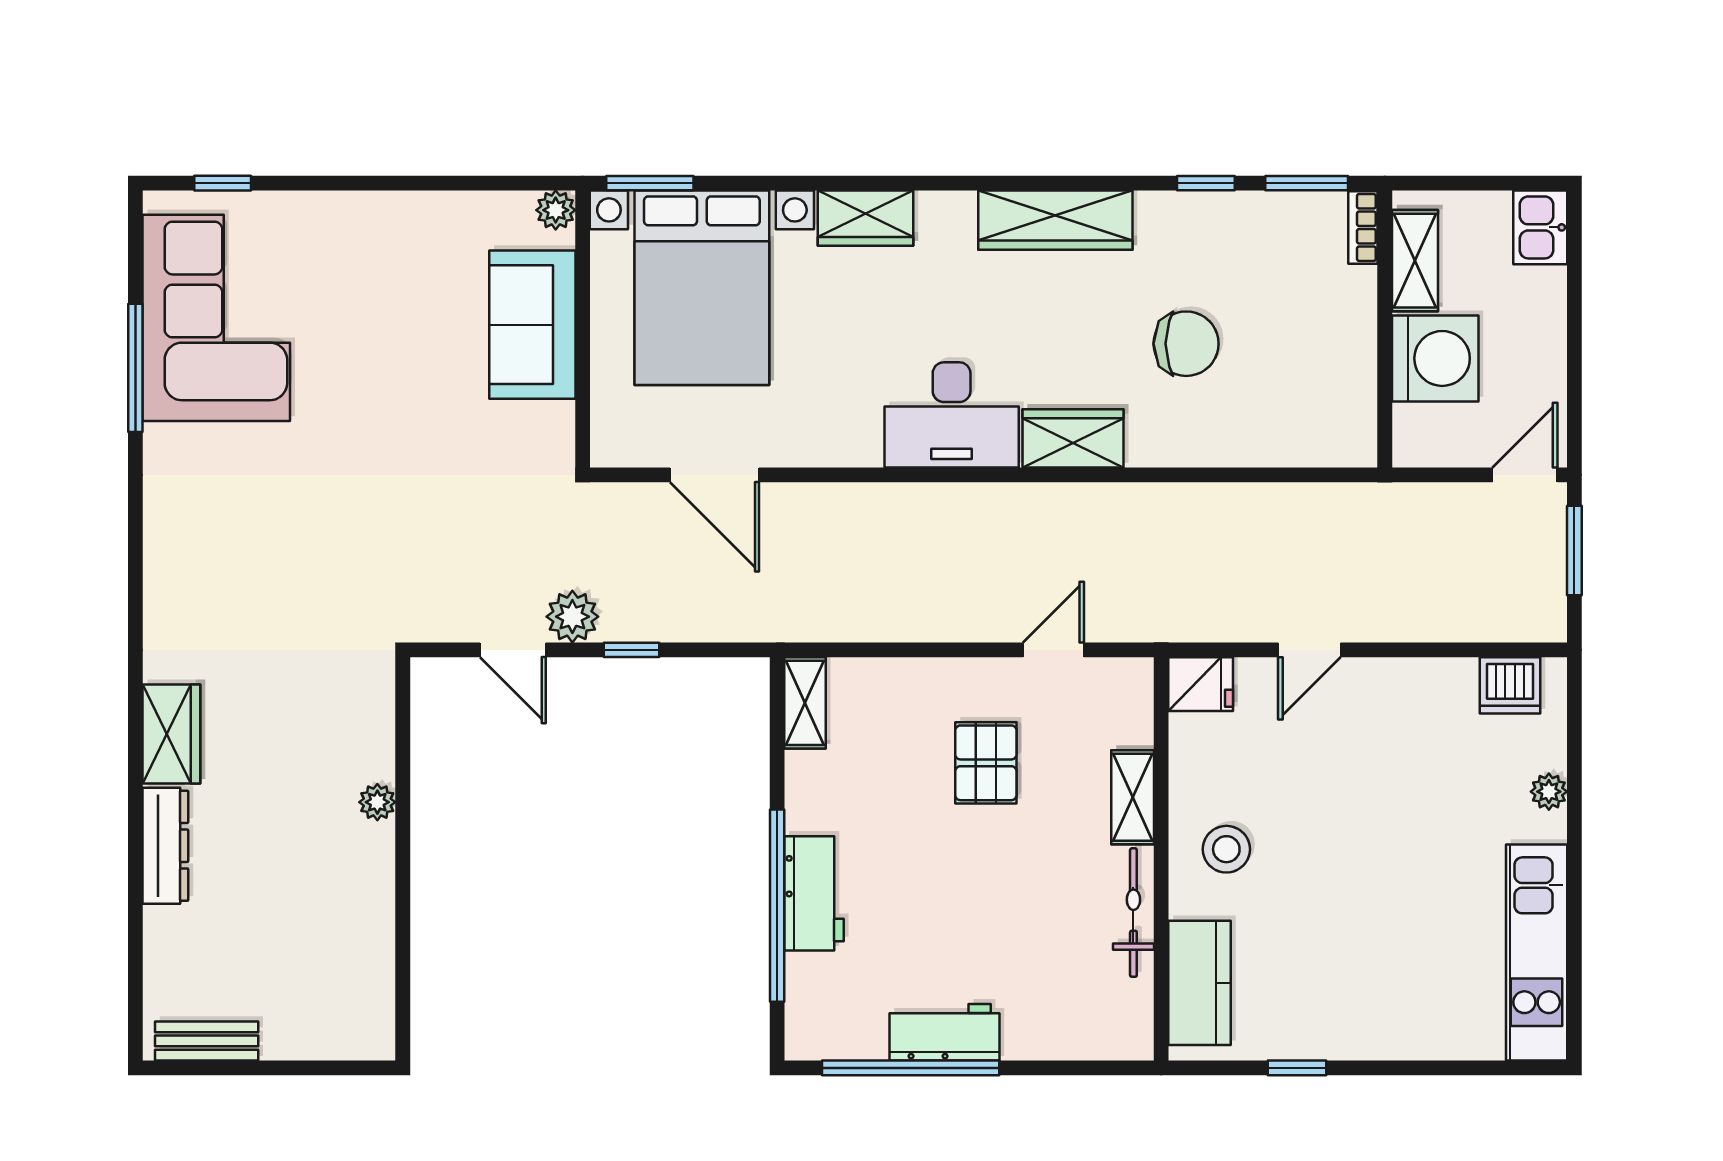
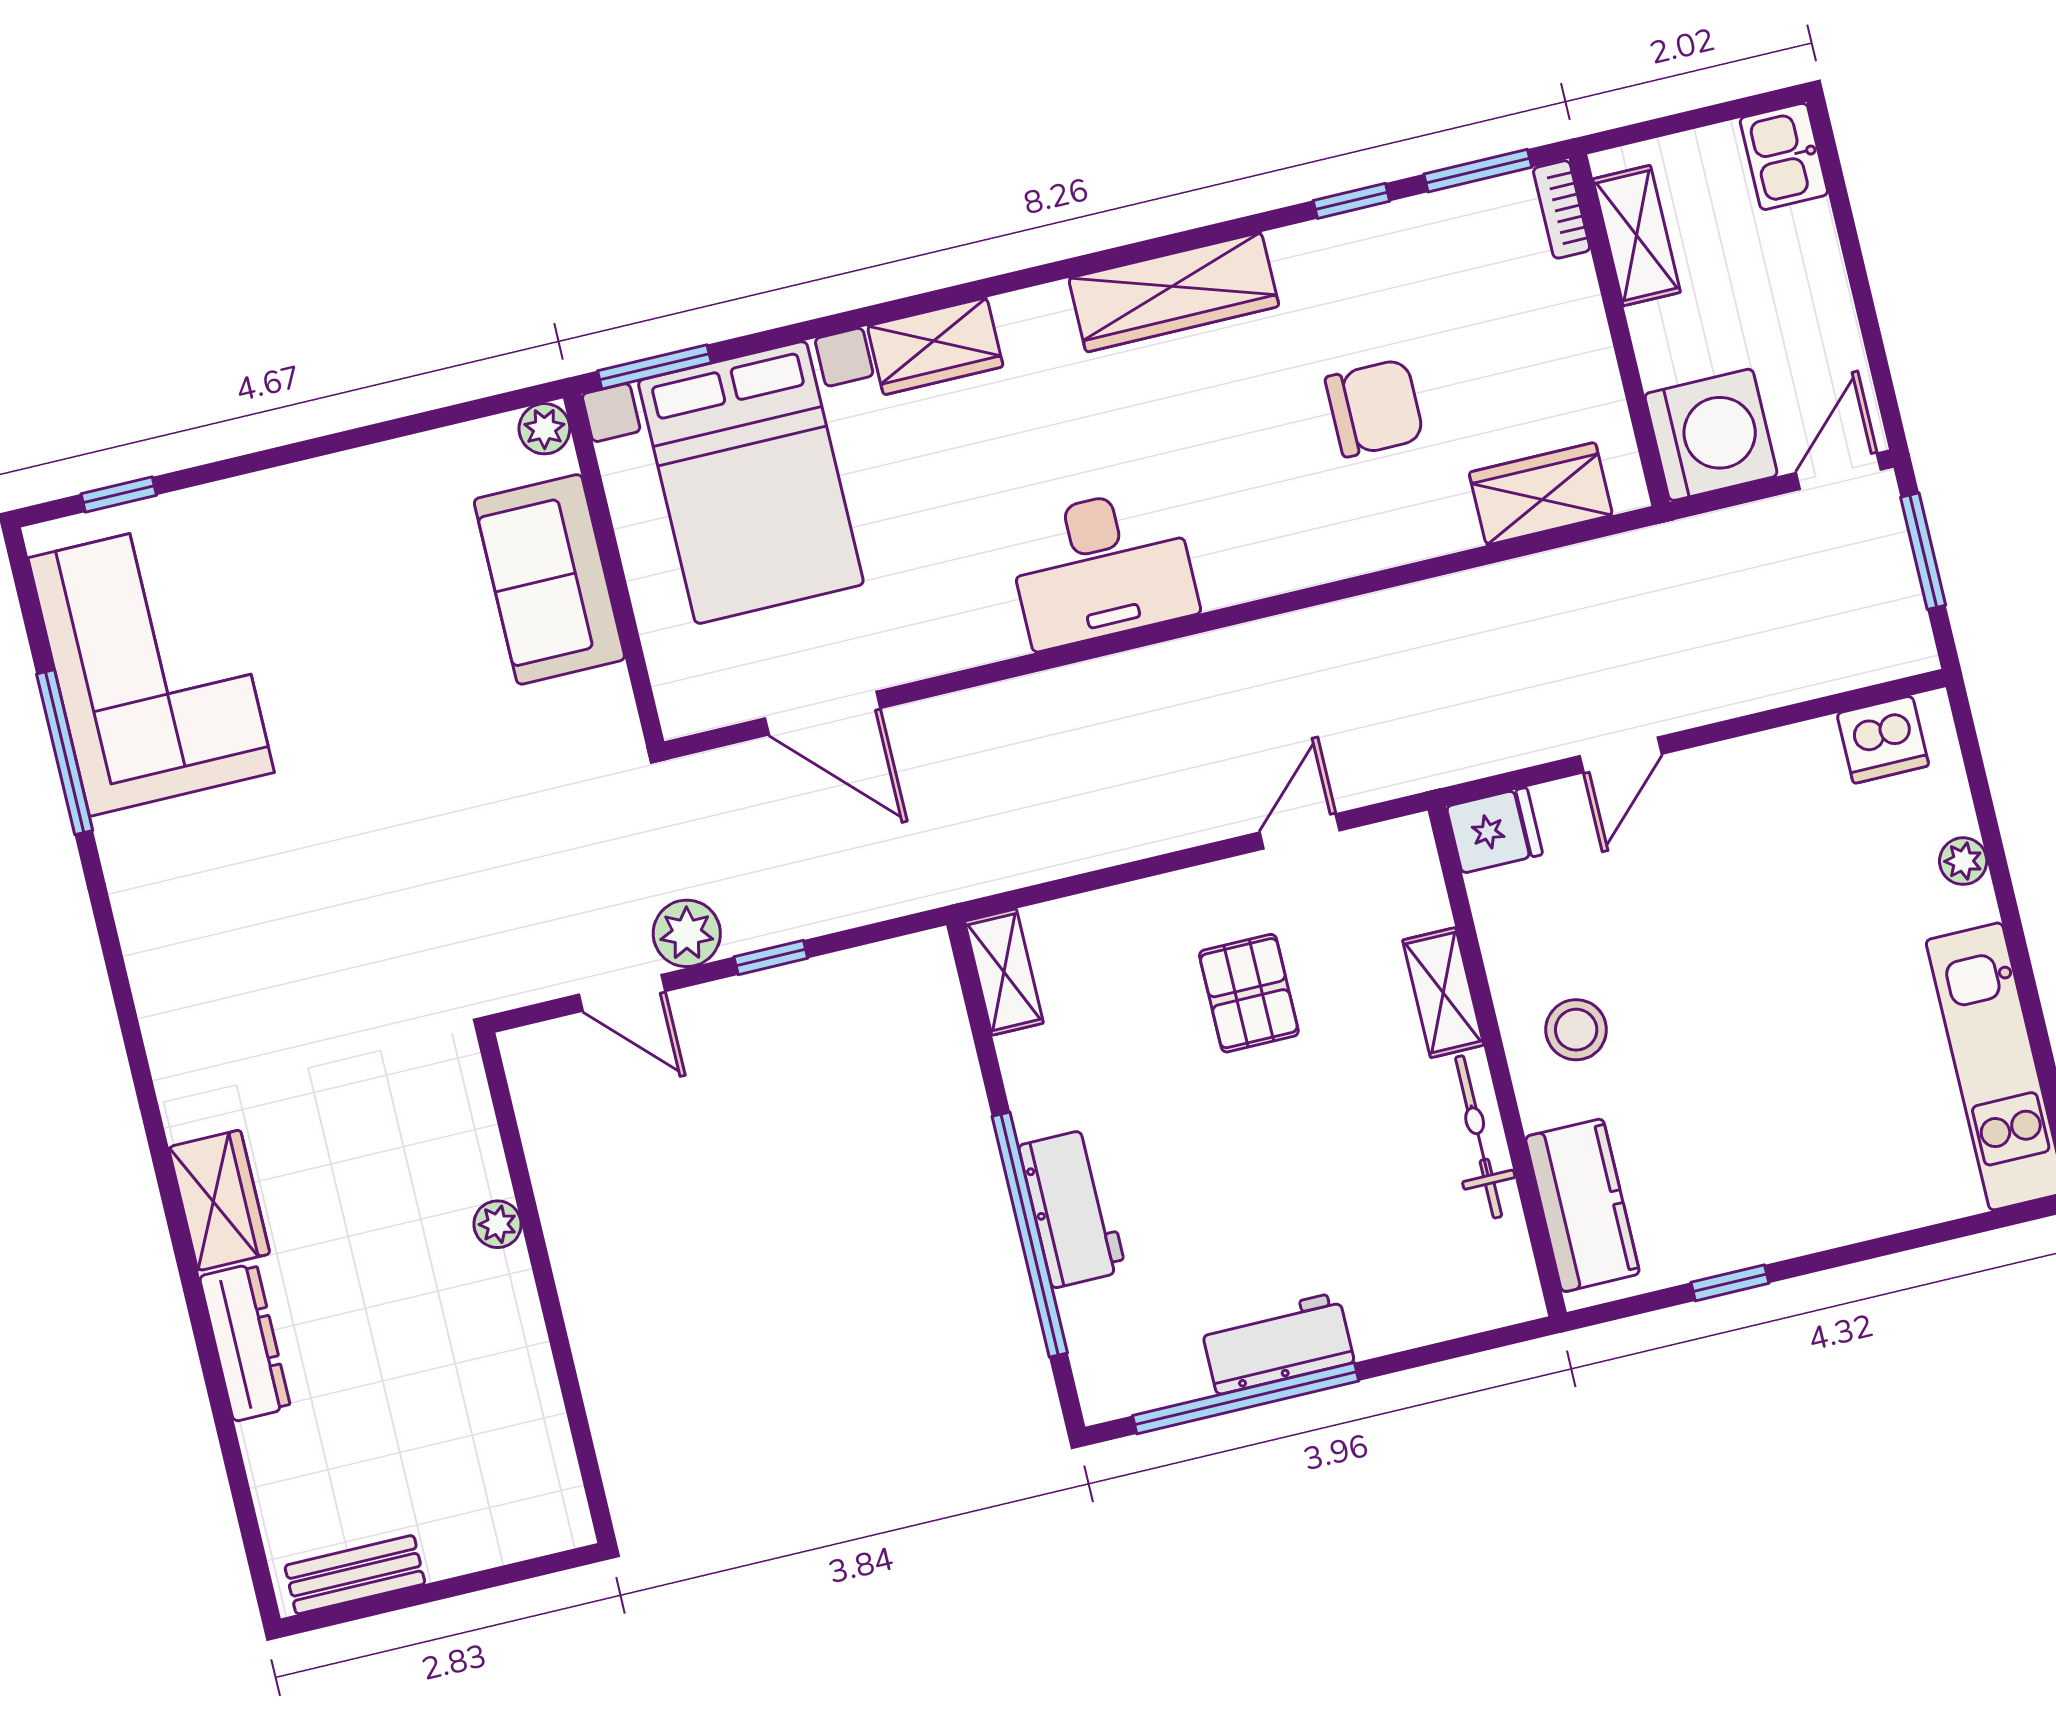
washing machine: (1435, 358) -> (1711, 435), moved
wardrobe: (1073, 438) -> (1541, 494), moved

